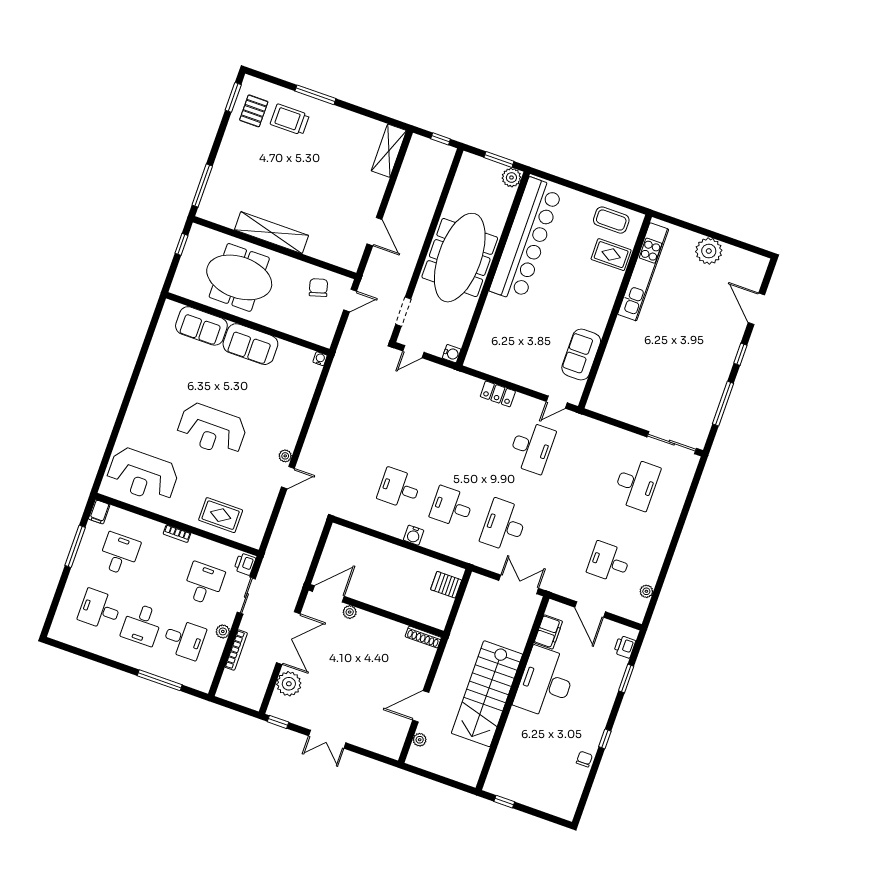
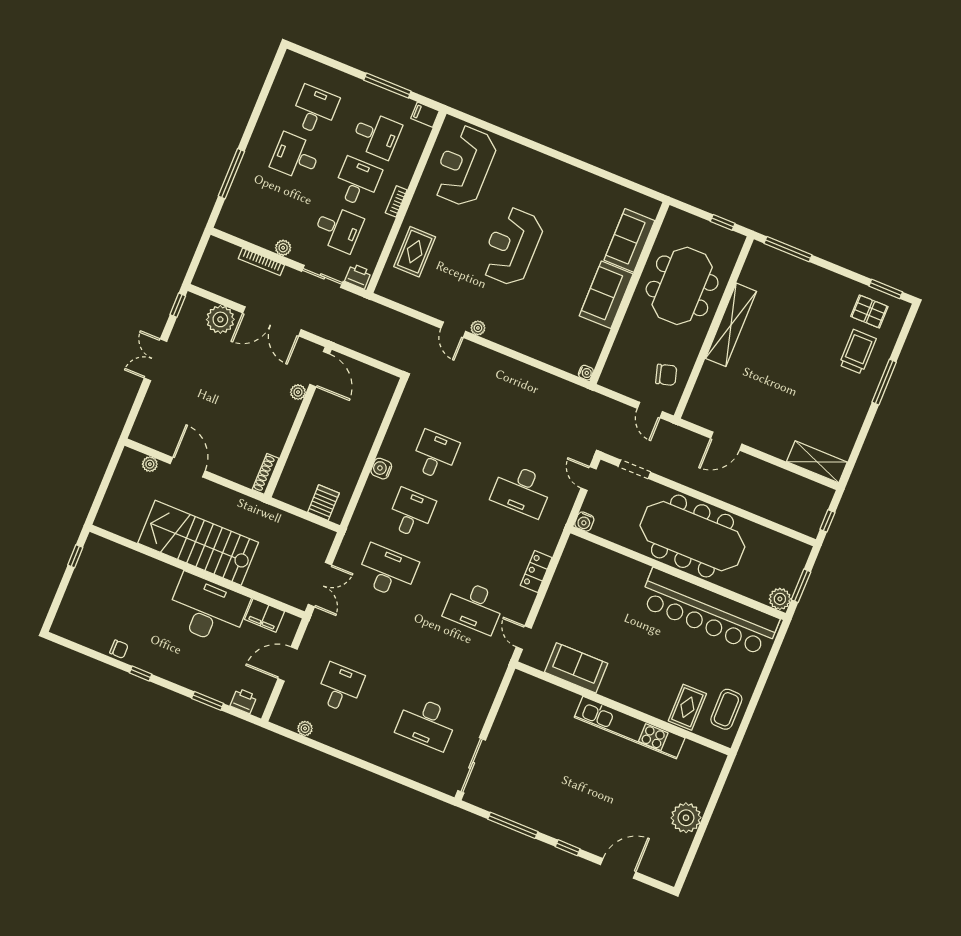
kitchen unit: (643, 272) -> (630, 728), moved
desk: (427, 410) -> (522, 490), added
desk: (184, 639) -> (357, 182), moved, turned 180

